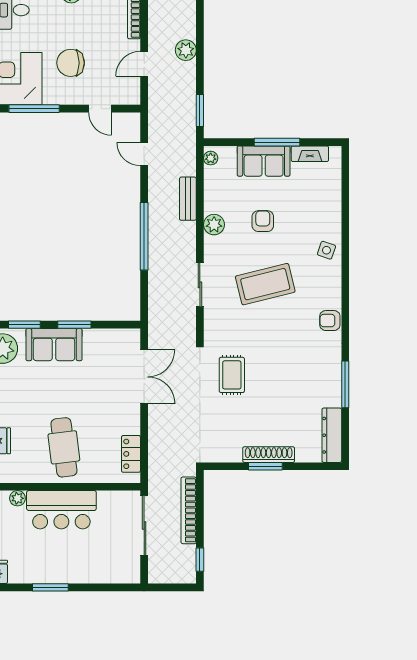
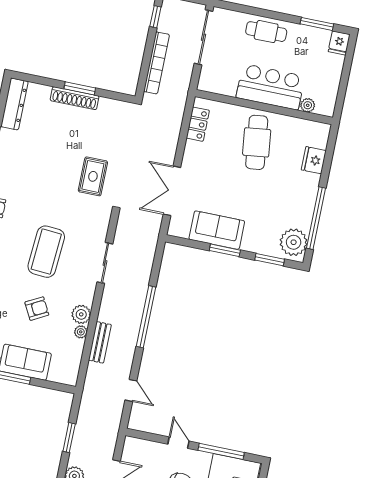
door: (100, 109) -> (178, 443), moved
window: (200, 111) -> (69, 438), moved
plant: (211, 158) -> (81, 332), moved
armchair: (263, 221) -> (37, 309), turned -118
coffee table: (265, 284) -> (46, 252), turned -72
sofa: (54, 345) -> (217, 230), moved
sliding door: (144, 525) -> (203, 37), moved
cafe table: (78, 568) -> (266, 32), added
window: (50, 587) -> (317, 24), moved

